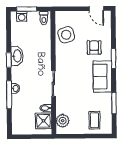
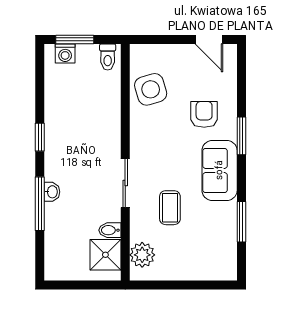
washbasin: (17, 56) -> (55, 129), removed
coffee table: (94, 120) -> (170, 208), moved

